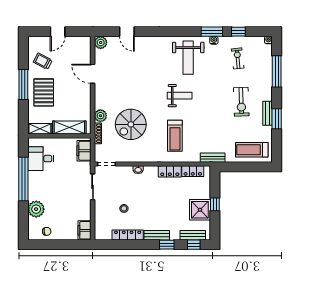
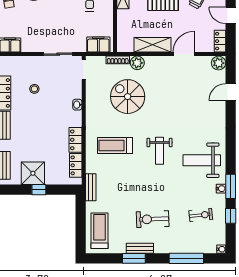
locker: (81, 41) -> (220, 41), added
shelving: (69, 128) -> (153, 45), moved, turned 90

